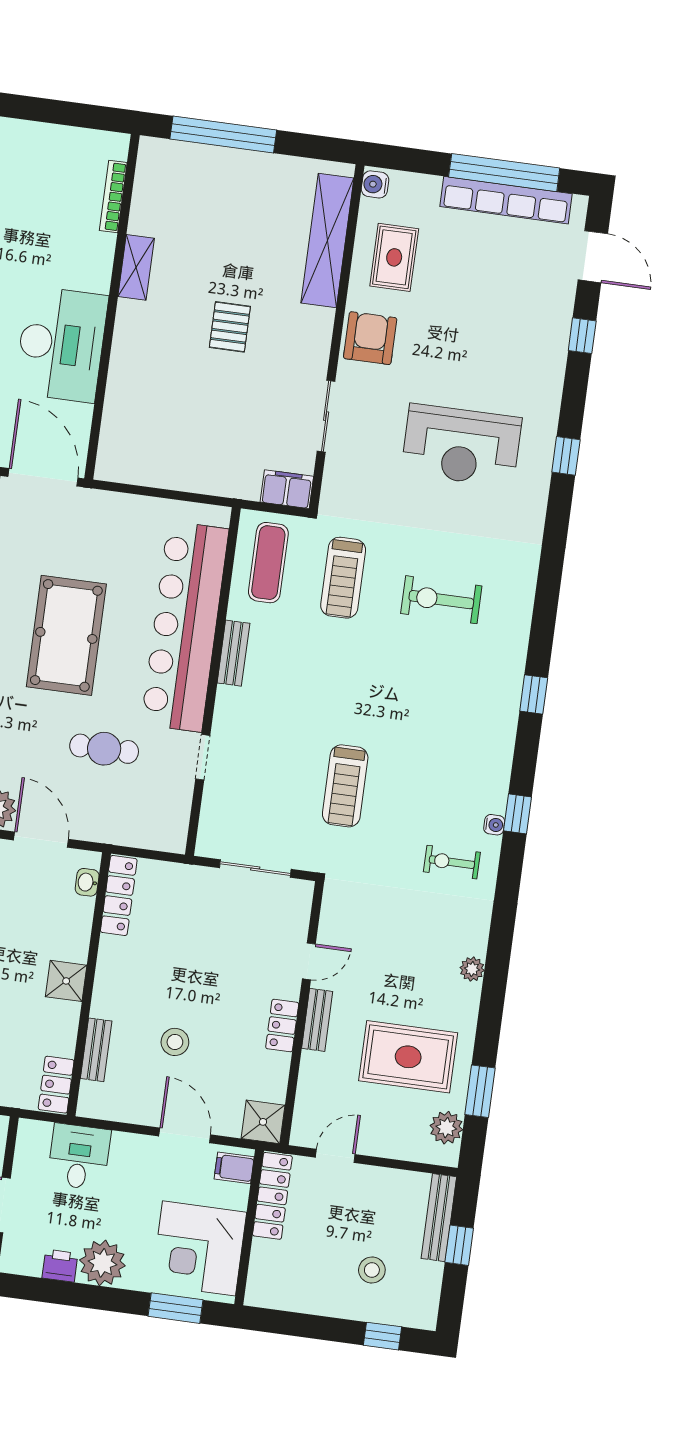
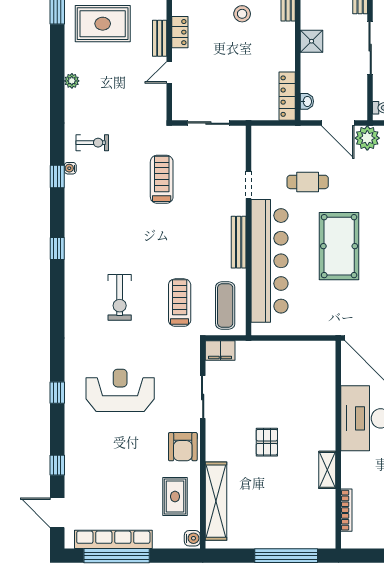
exercise bike: (441, 600) -> (120, 297), turned 90
bench: (233, 653) -> (239, 242), width x1.36

